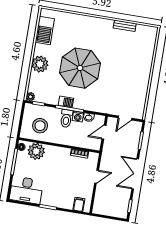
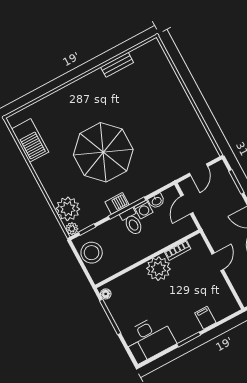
plant: (40, 64) -> (68, 209), moved
stool: (40, 126) -> (92, 253), moved
plant: (36, 151) -> (158, 269), moved
filing cabinet: (79, 204) -> (205, 318), moved

